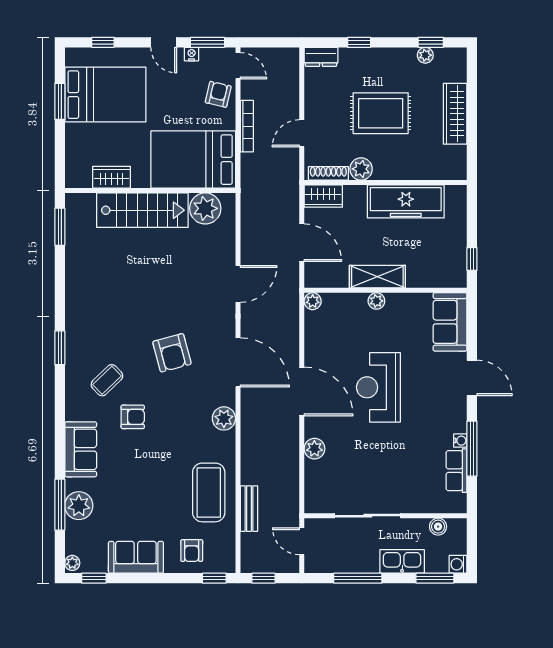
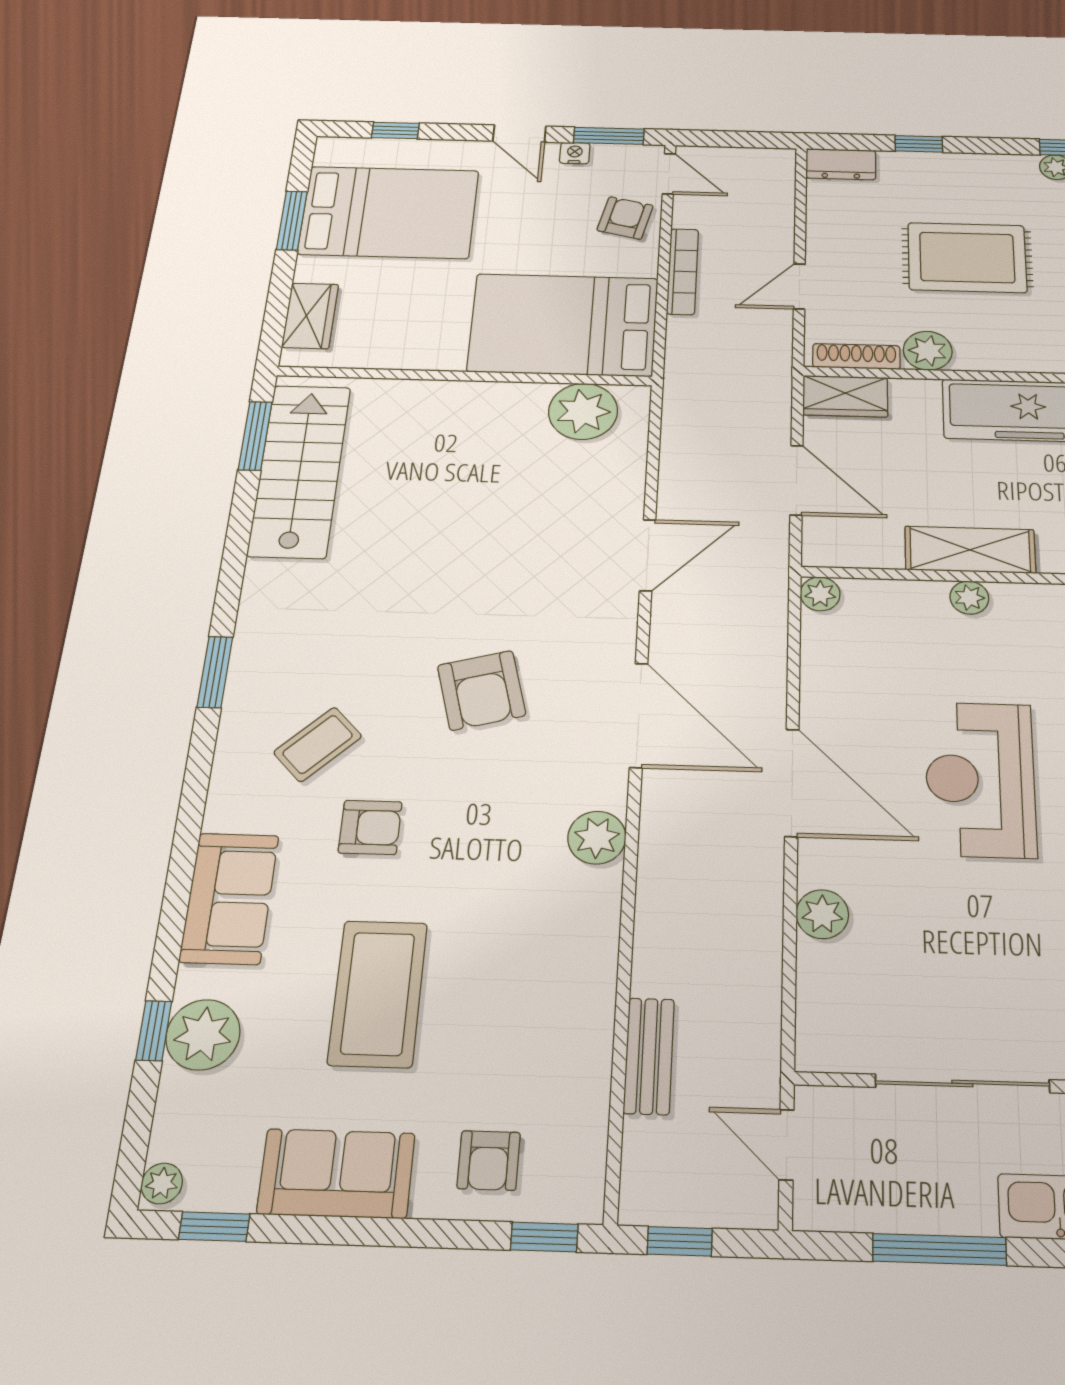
wardrobe: (111, 177) -> (310, 316), moved, turned 90
stairs: (142, 210) -> (300, 470), moved, turned -90
coffee table: (209, 492) -> (378, 993), moved
window: (60, 505) -> (154, 1031), width x0.46

